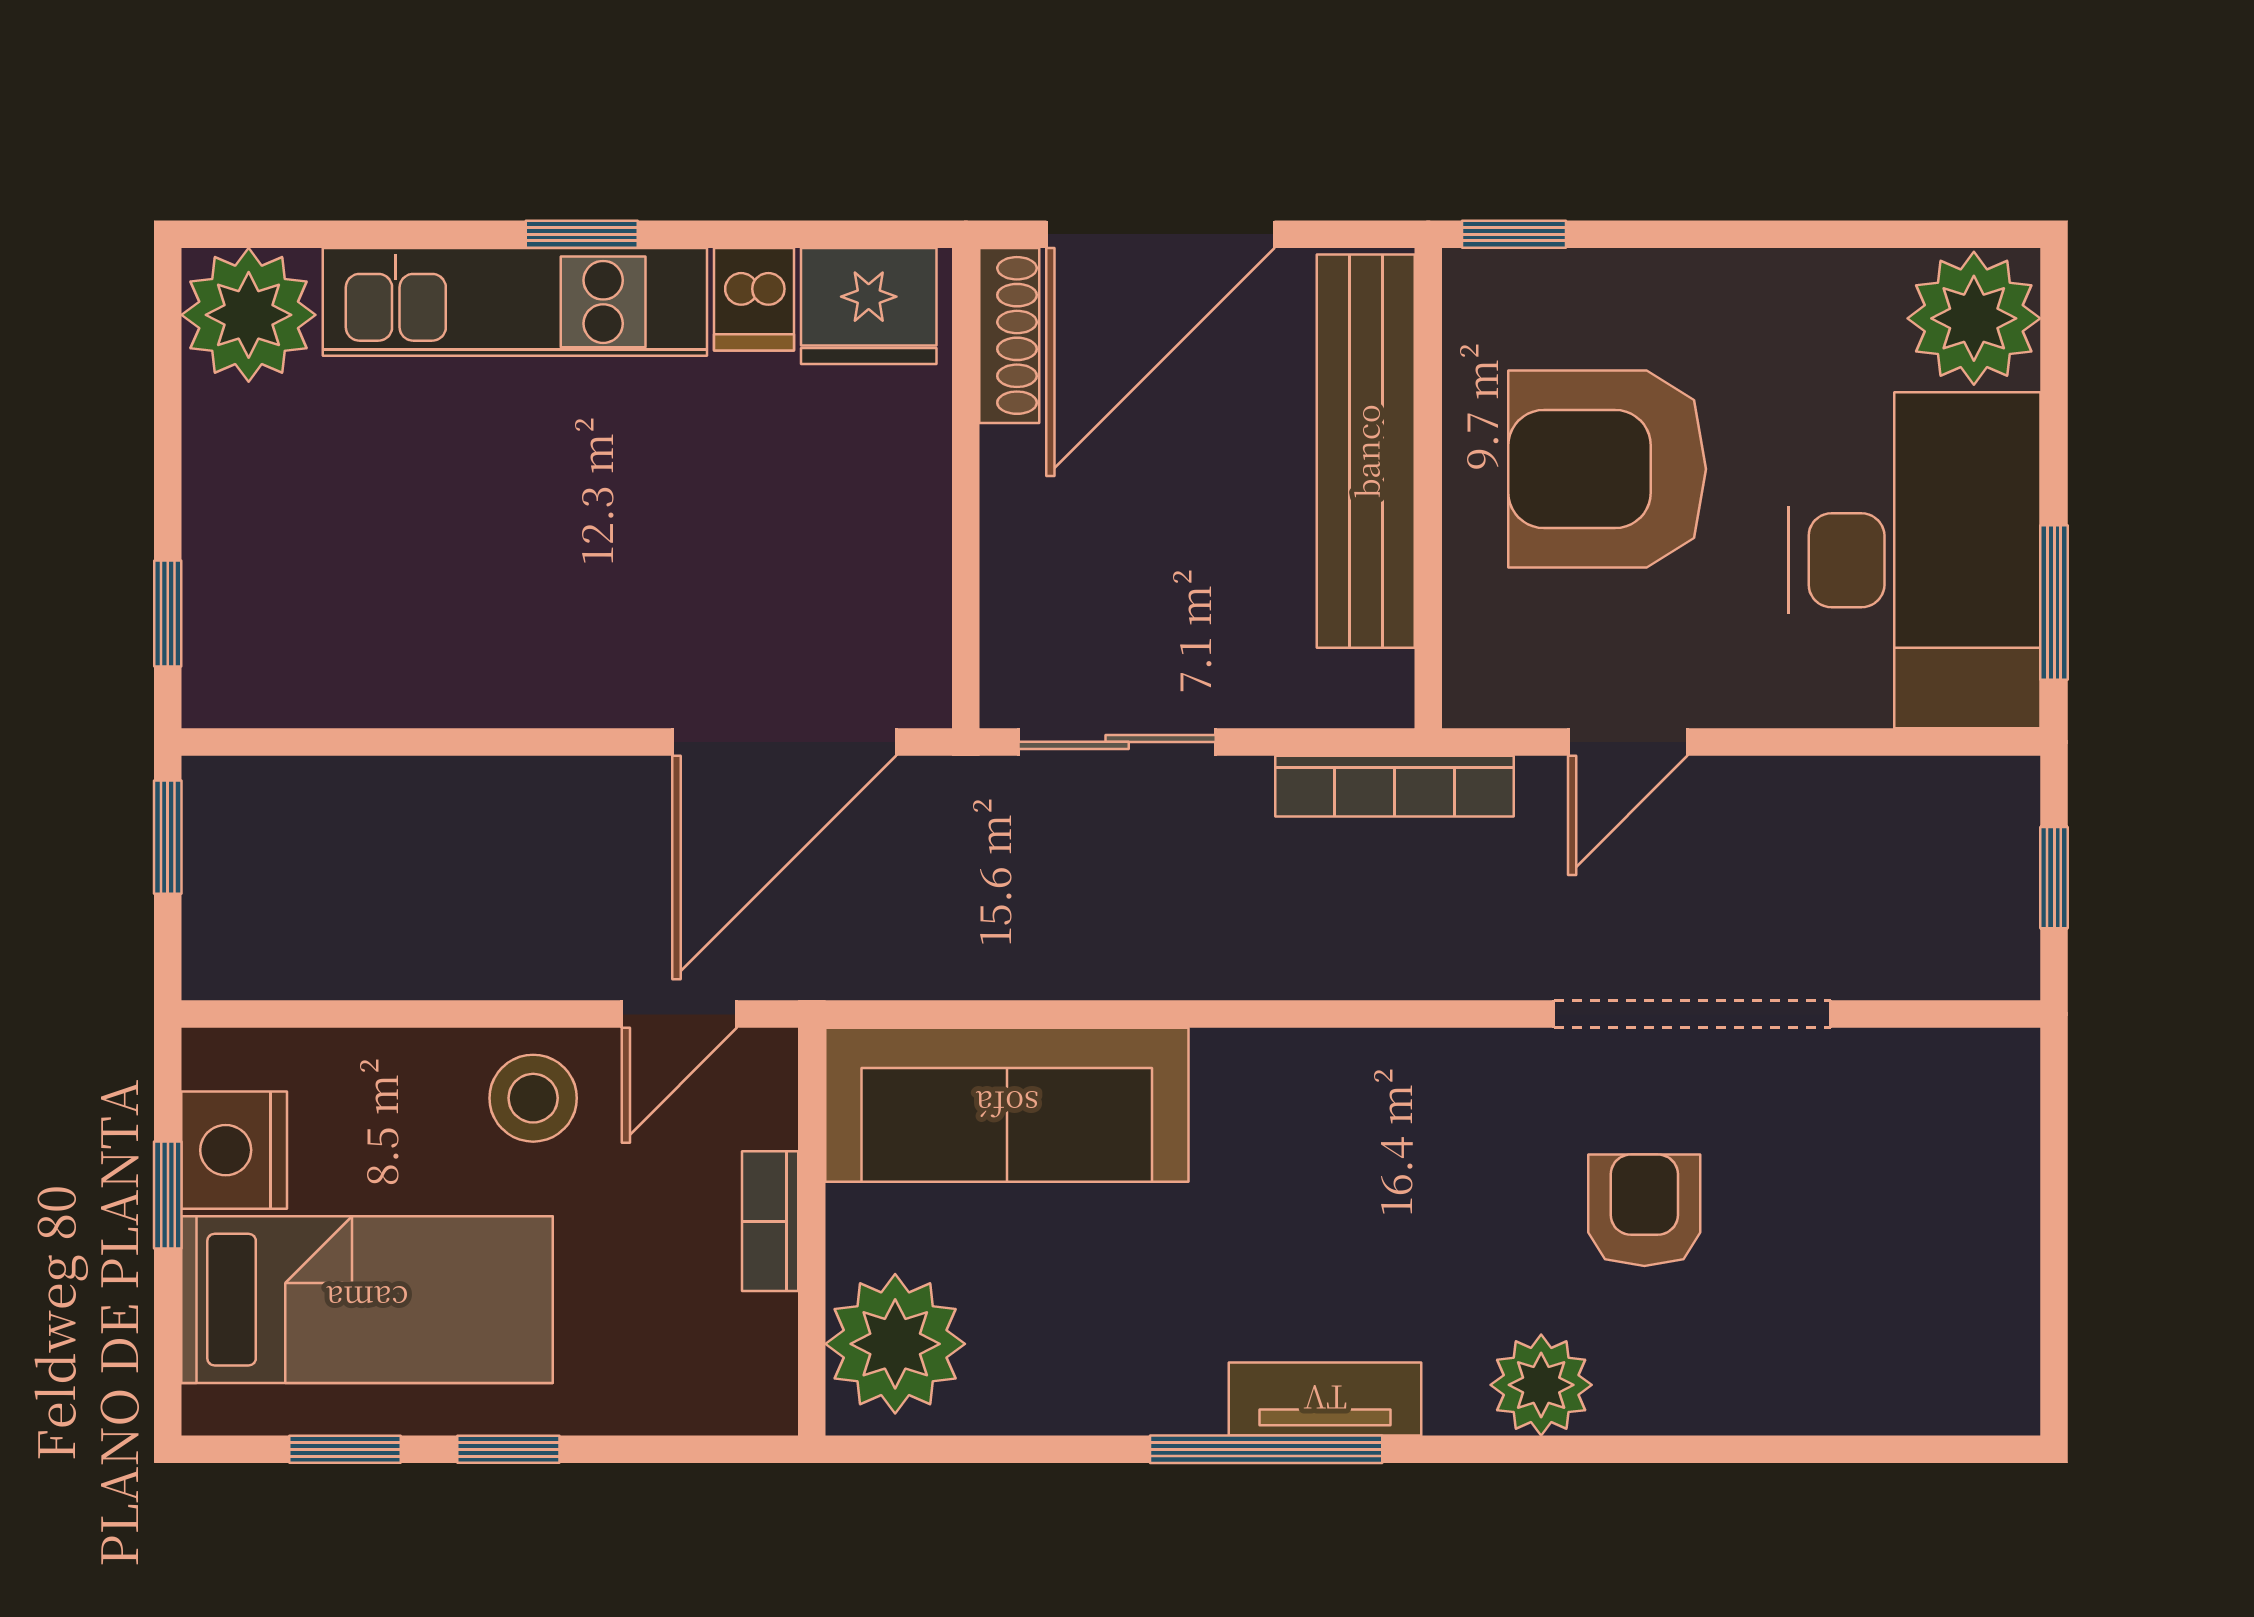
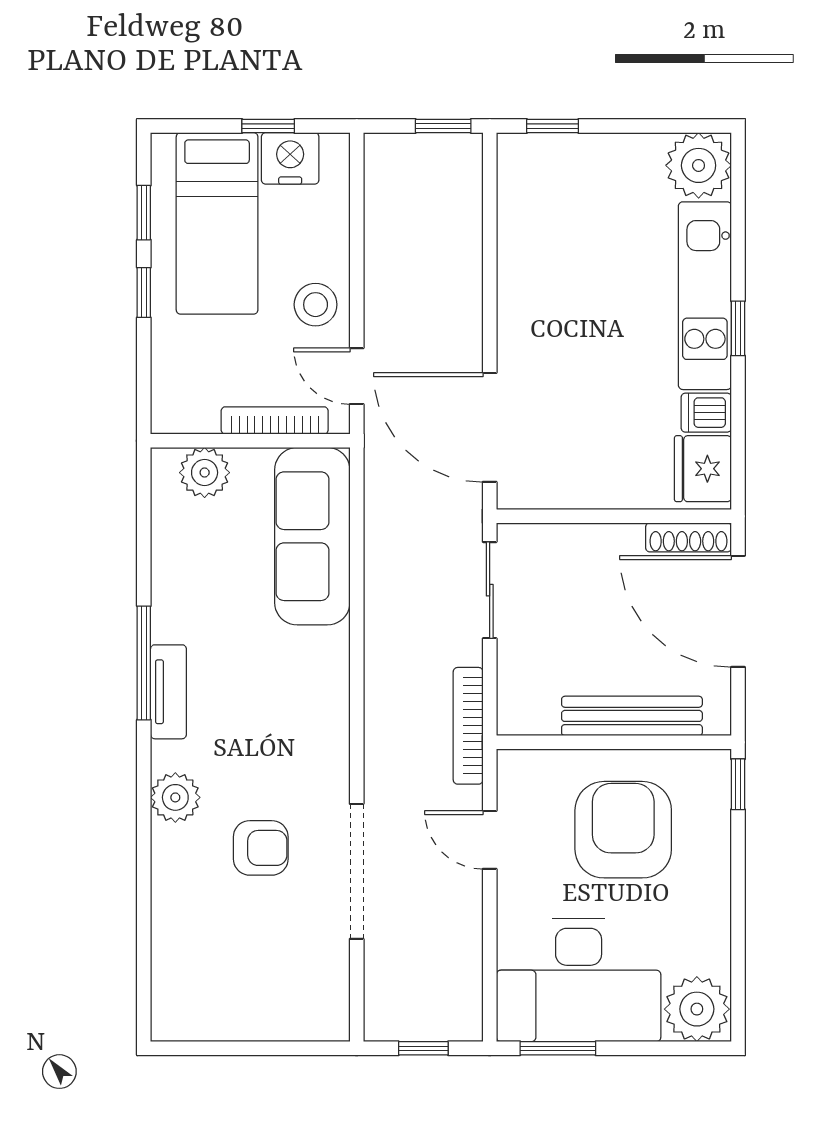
bench: (1366, 451) -> (632, 716), width x0.73, depth x0.82
bookcase: (770, 1221) -> (275, 420), width x1.56
plant: (895, 1344) -> (205, 473), width x0.73, depth x0.73

